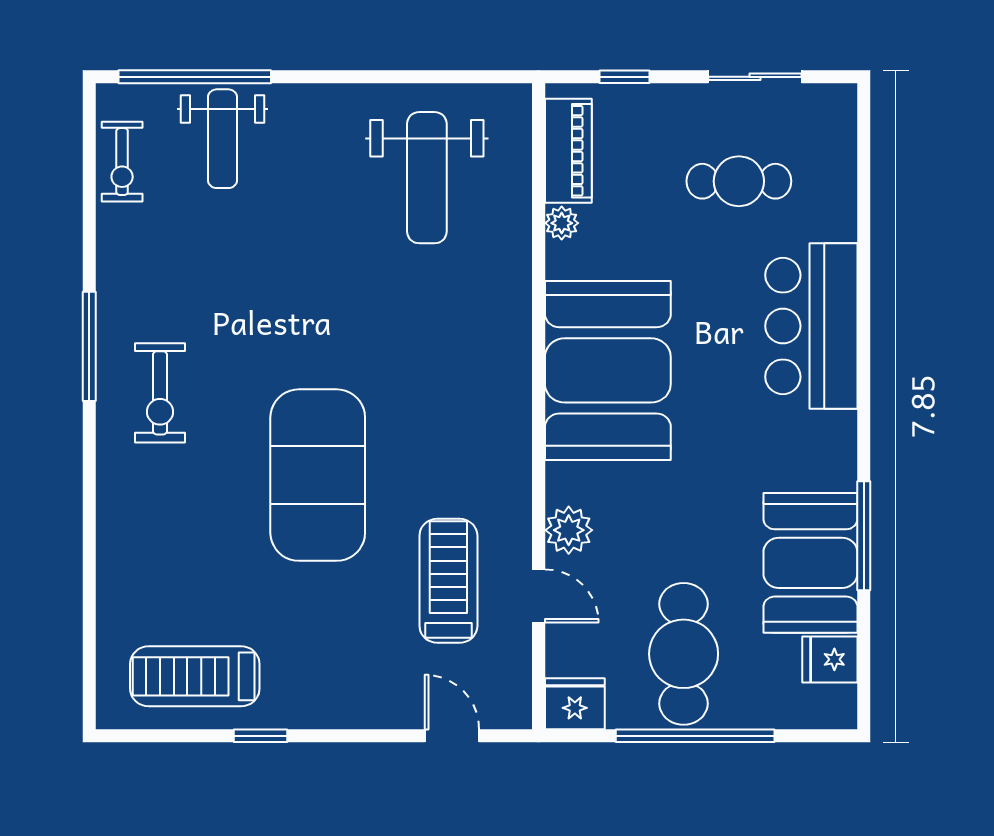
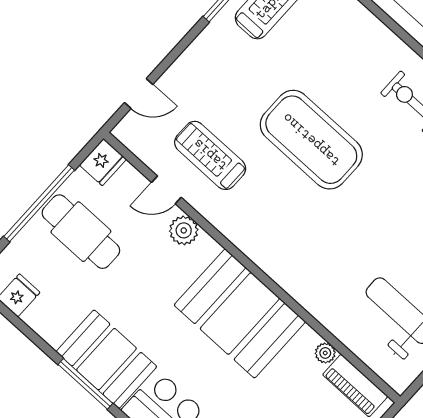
window: (864, 536) -> (85, 384), moved
booth: (810, 563) -> (106, 359), moved
treadmill: (448, 581) -> (210, 155), turned 180

